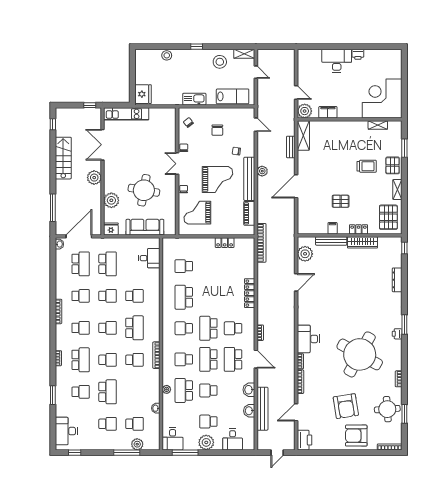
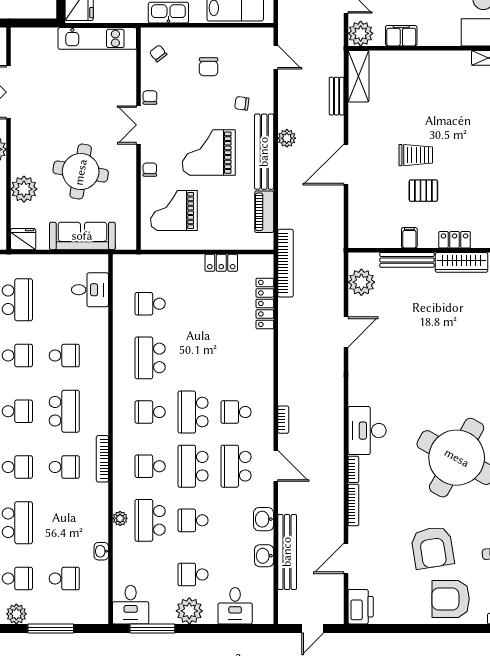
kitchen unit: (126, 114) -> (97, 38), moved
trolley: (367, 166) -> (416, 155), moved
grand piano: (217, 179) -> (209, 153), turned 180
locker: (250, 293) -> (265, 303), moved
plant: (137, 444) -> (16, 614), moved

